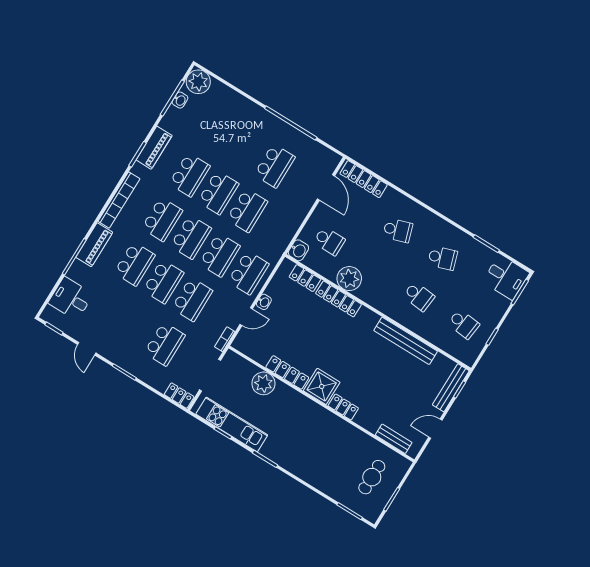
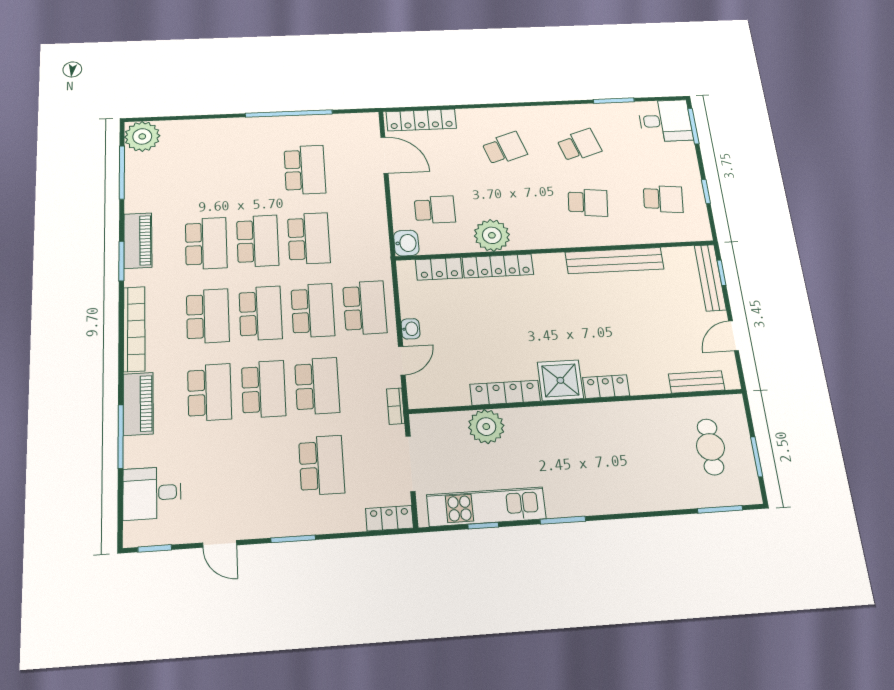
washbasin: (180, 100) -> (133, 169), removed

